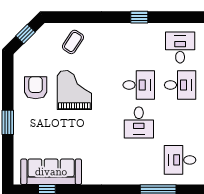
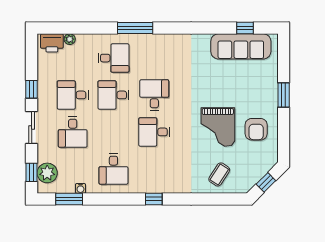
desk: (180, 85) -> (113, 95), moved

